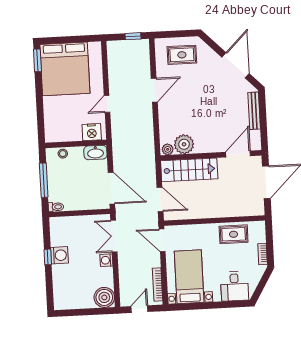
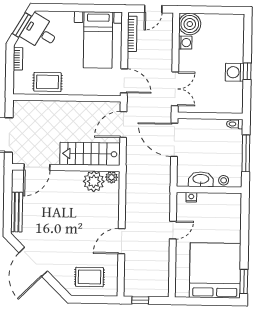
nightstand: (92, 132) -> (191, 197), width x0.53, depth x0.56
washbasin: (95, 152) -> (201, 179), moved
door: (160, 199) -> (123, 124), hinge flipped
washing machine: (106, 260) -> (185, 43), moved
desk: (234, 286) -> (40, 32), moved, turned -59
window: (261, 286) -> (22, 25), added

